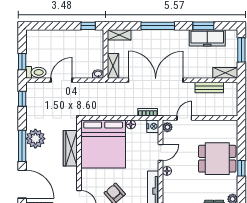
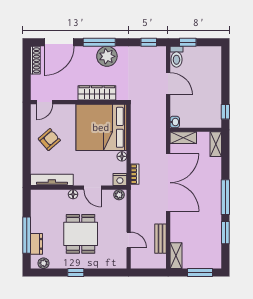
window: (158, 26) -> (225, 197), moved
freezer: (207, 38) -> (213, 237), removed
door: (184, 118) -> (129, 240), moved
dining table: (217, 159) -> (81, 234), moved

